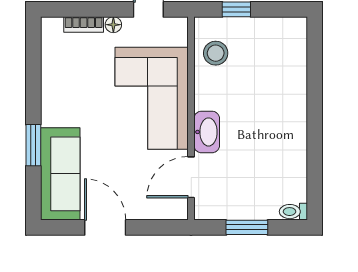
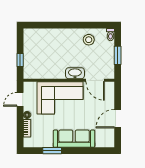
stool: (216, 53) -> (89, 40), moved
window: (33, 145) -> (52, 151), moved
sofa: (60, 174) -> (74, 139), moved

